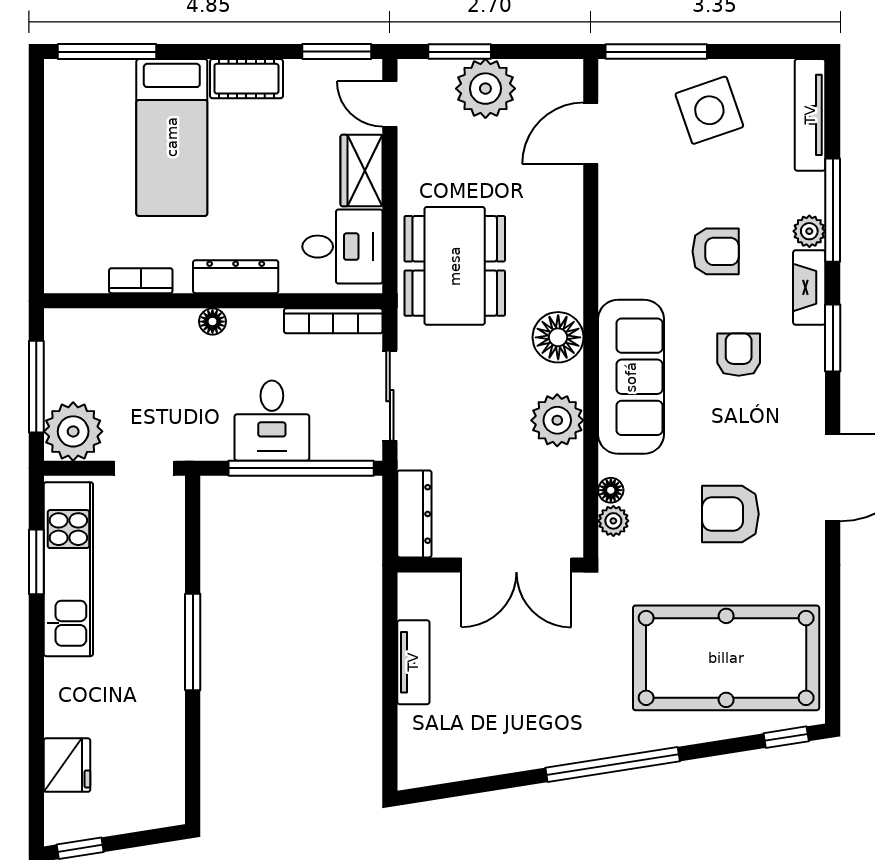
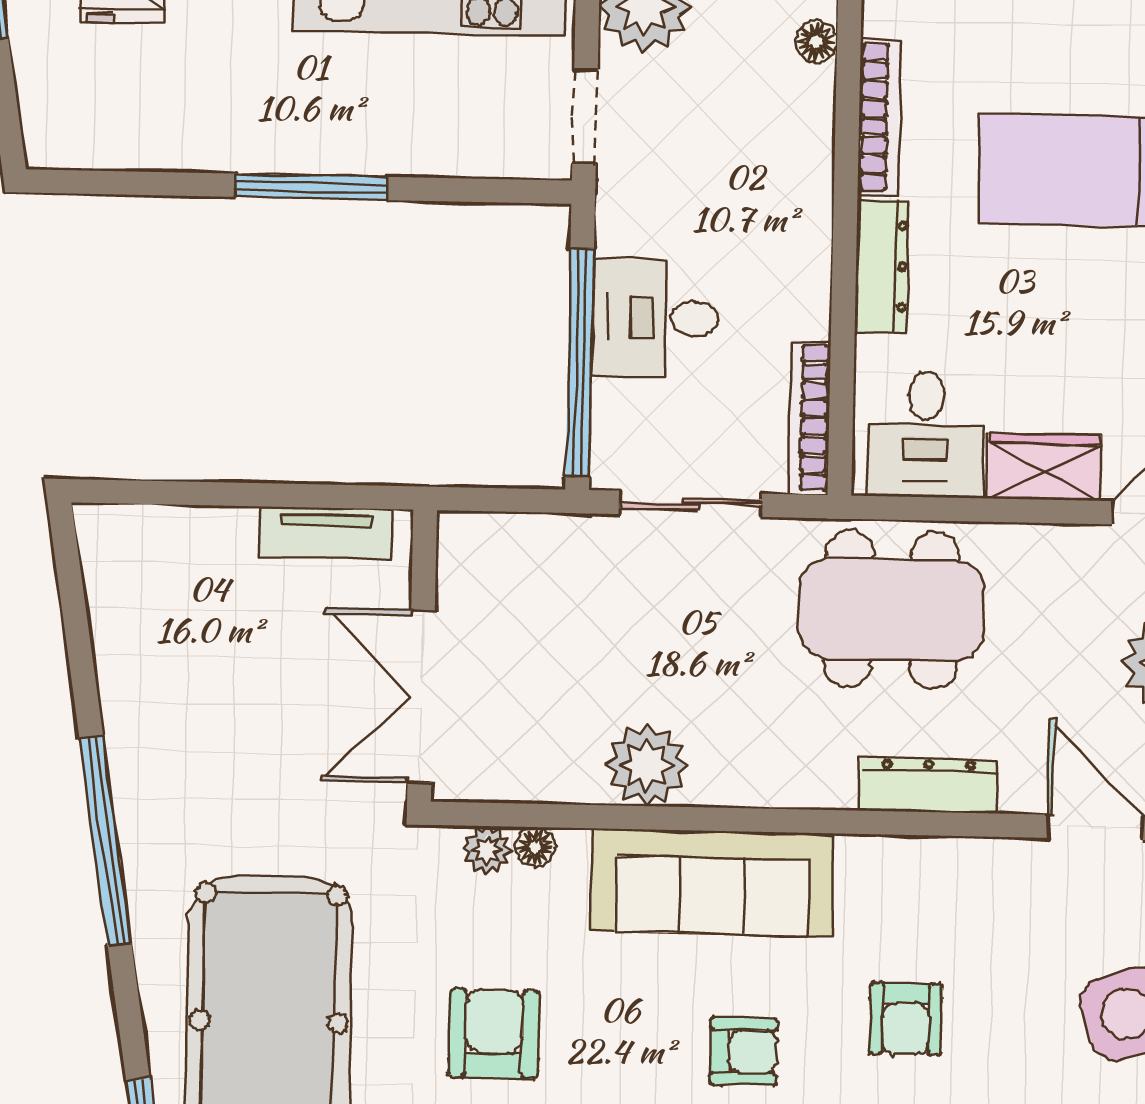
bookcase: (141, 281) -> (879, 117), width x1.56
floor lamp: (212, 322) -> (816, 42), moved
floor lamp: (558, 337) -> (776, 769), removed
dresser: (414, 514) -> (929, 785), moved, turned 180
tv unit: (413, 662) -> (325, 533), moved

